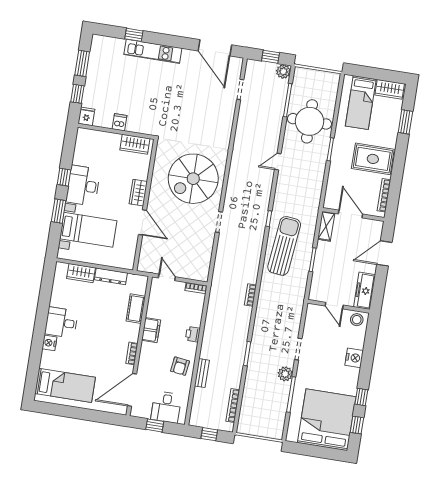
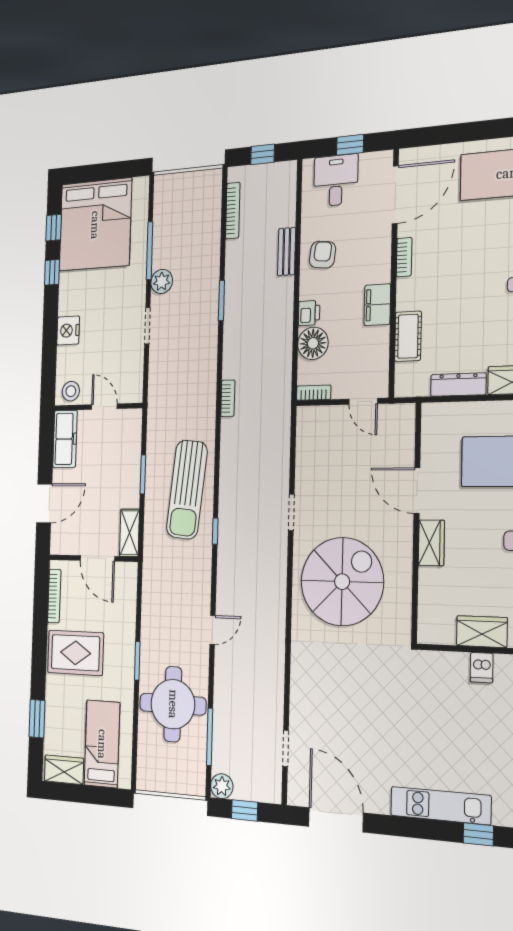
wardrobe: (135, 144) -> (482, 632), moved
floor lamp: (193, 316) -> (313, 343), added

